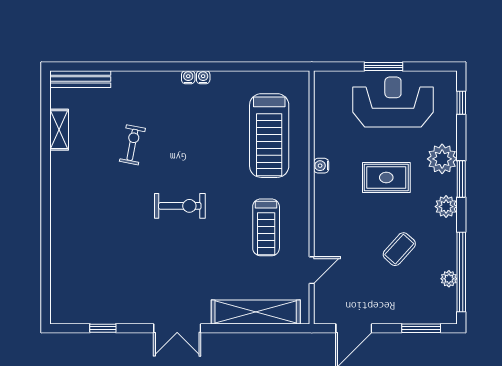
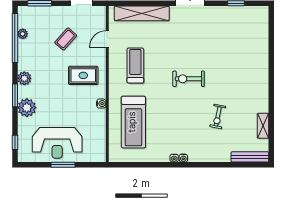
treadmill: (269, 136) -> (133, 122), turned 180
rug: (386, 177) -> (83, 75), moved
coffee table: (399, 249) -> (66, 39), moved

